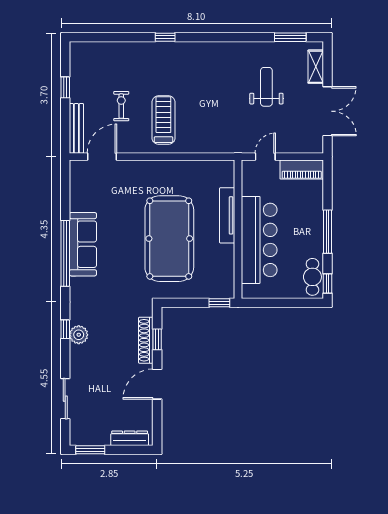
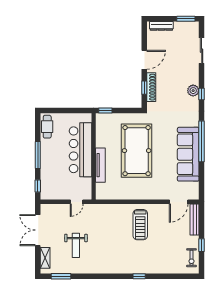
exercise bike: (121, 106) -> (191, 258), moved
piano: (302, 170) -> (54, 194), removed
sofa: (83, 244) -> (188, 154), width x1.36, depth x1.27
window: (327, 283) -> (38, 186), moved

